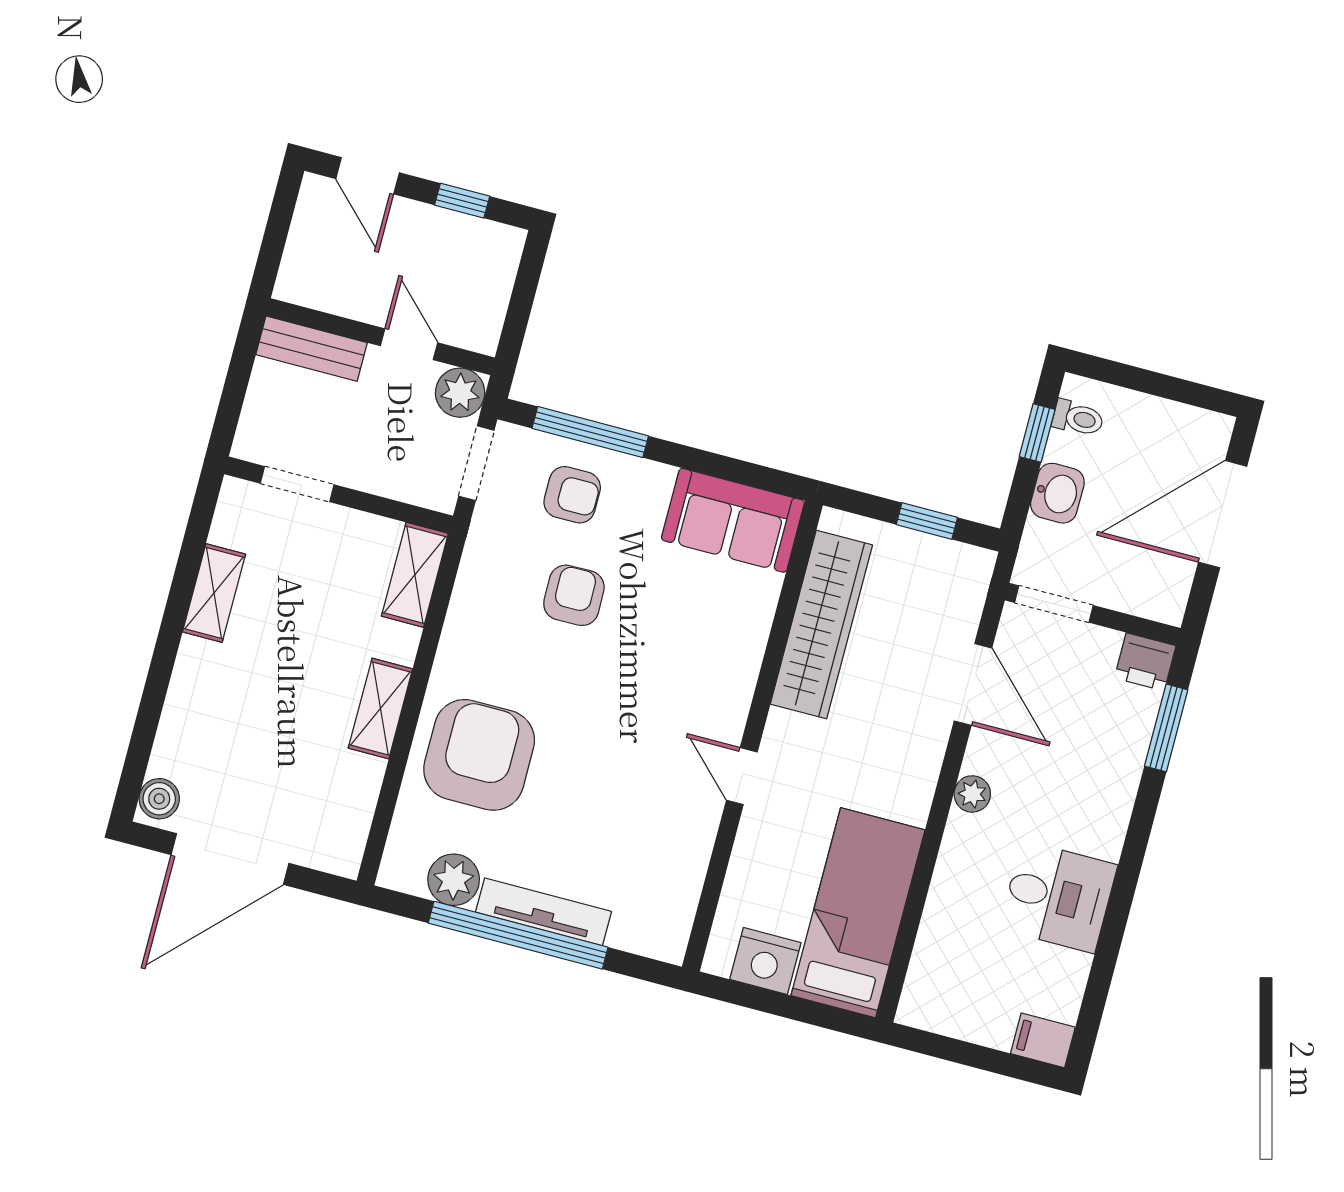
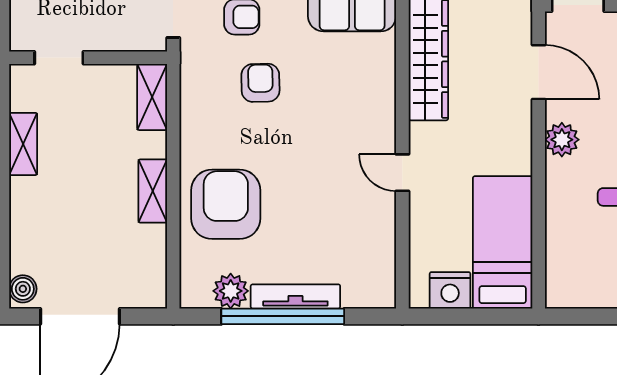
plant: (972, 794) -> (562, 140), width x1.38, depth x1.38

